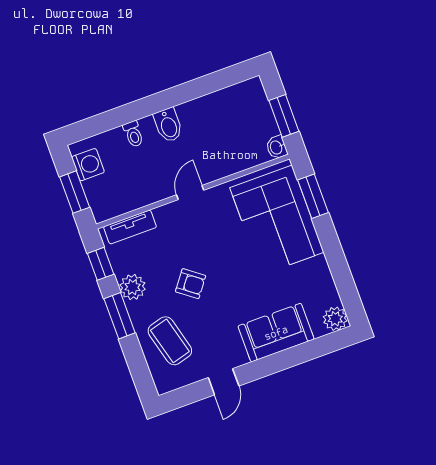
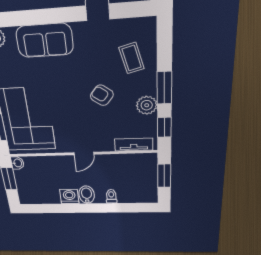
washing machine: (88, 165) -> (69, 196), moved, turned 90
coffee table: (170, 341) -> (132, 58), width x0.73, depth x0.77

